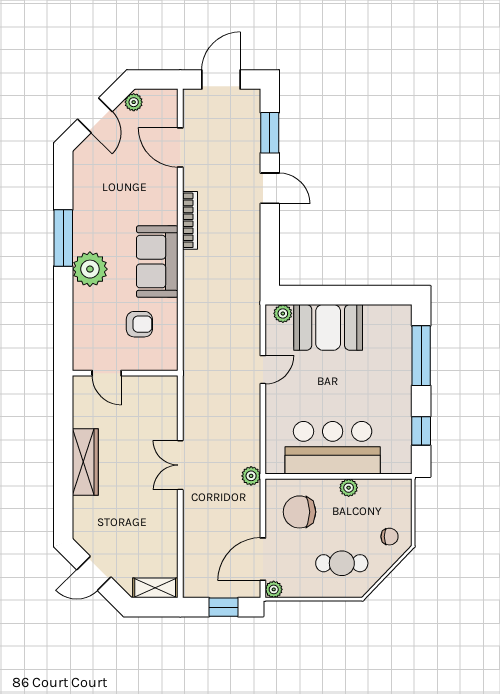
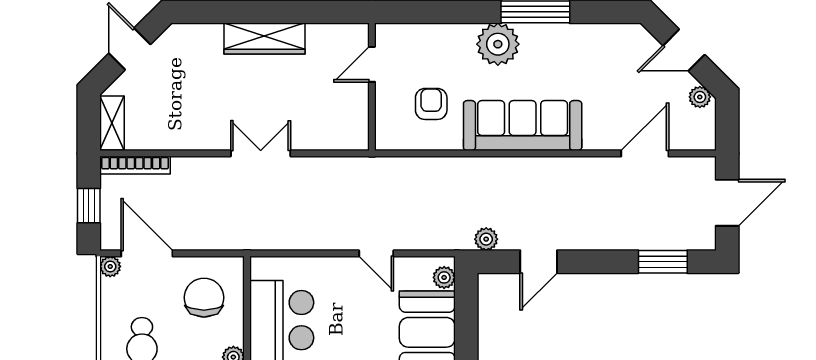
door: (221, 79) -> (727, 203), hinge flipped
door: (270, 188) -> (539, 262), moved
bookcase: (190, 220) -> (135, 165), moved
sofa: (157, 262) -> (523, 126), width x1.36
armchair: (139, 324) -> (431, 104), turned 180
plant: (251, 476) -> (486, 239), moved

